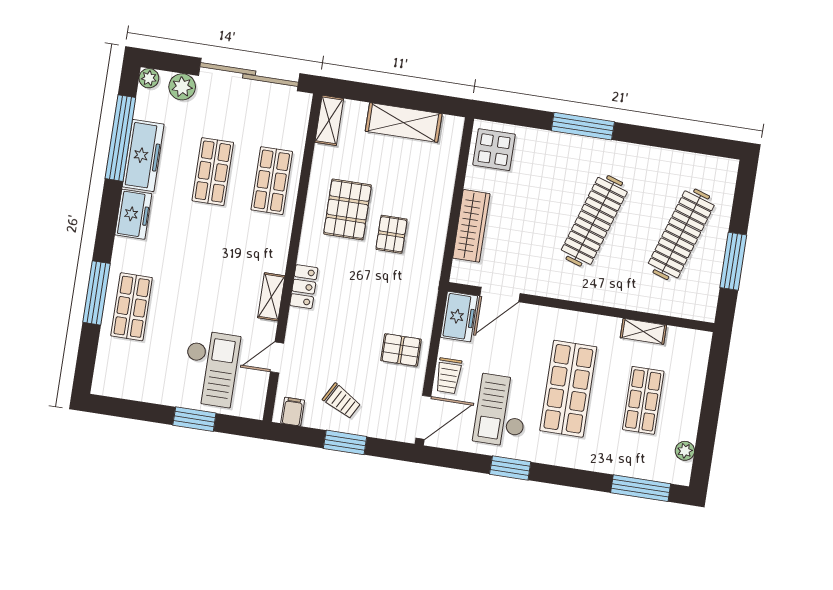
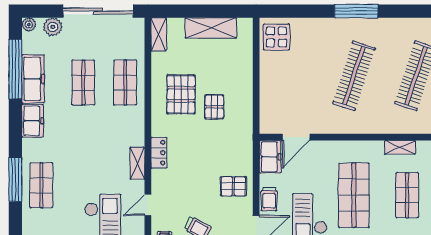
window: (583, 126) -> (356, 11), moved
wardrobe: (471, 226) -> (269, 92), removed

